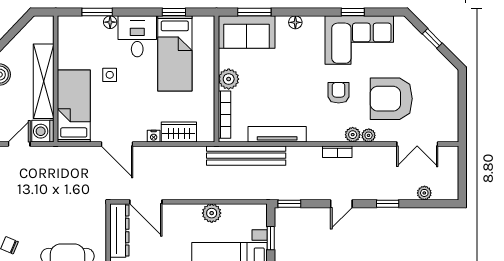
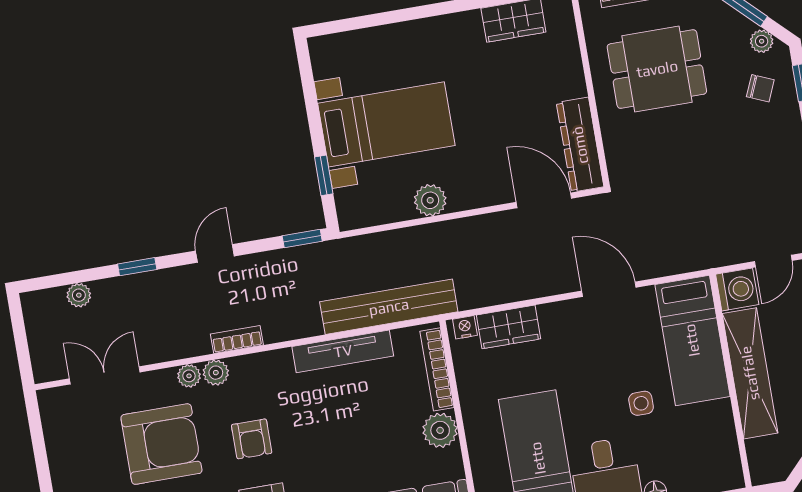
nightstand: (154, 136) -> (465, 327), moved

